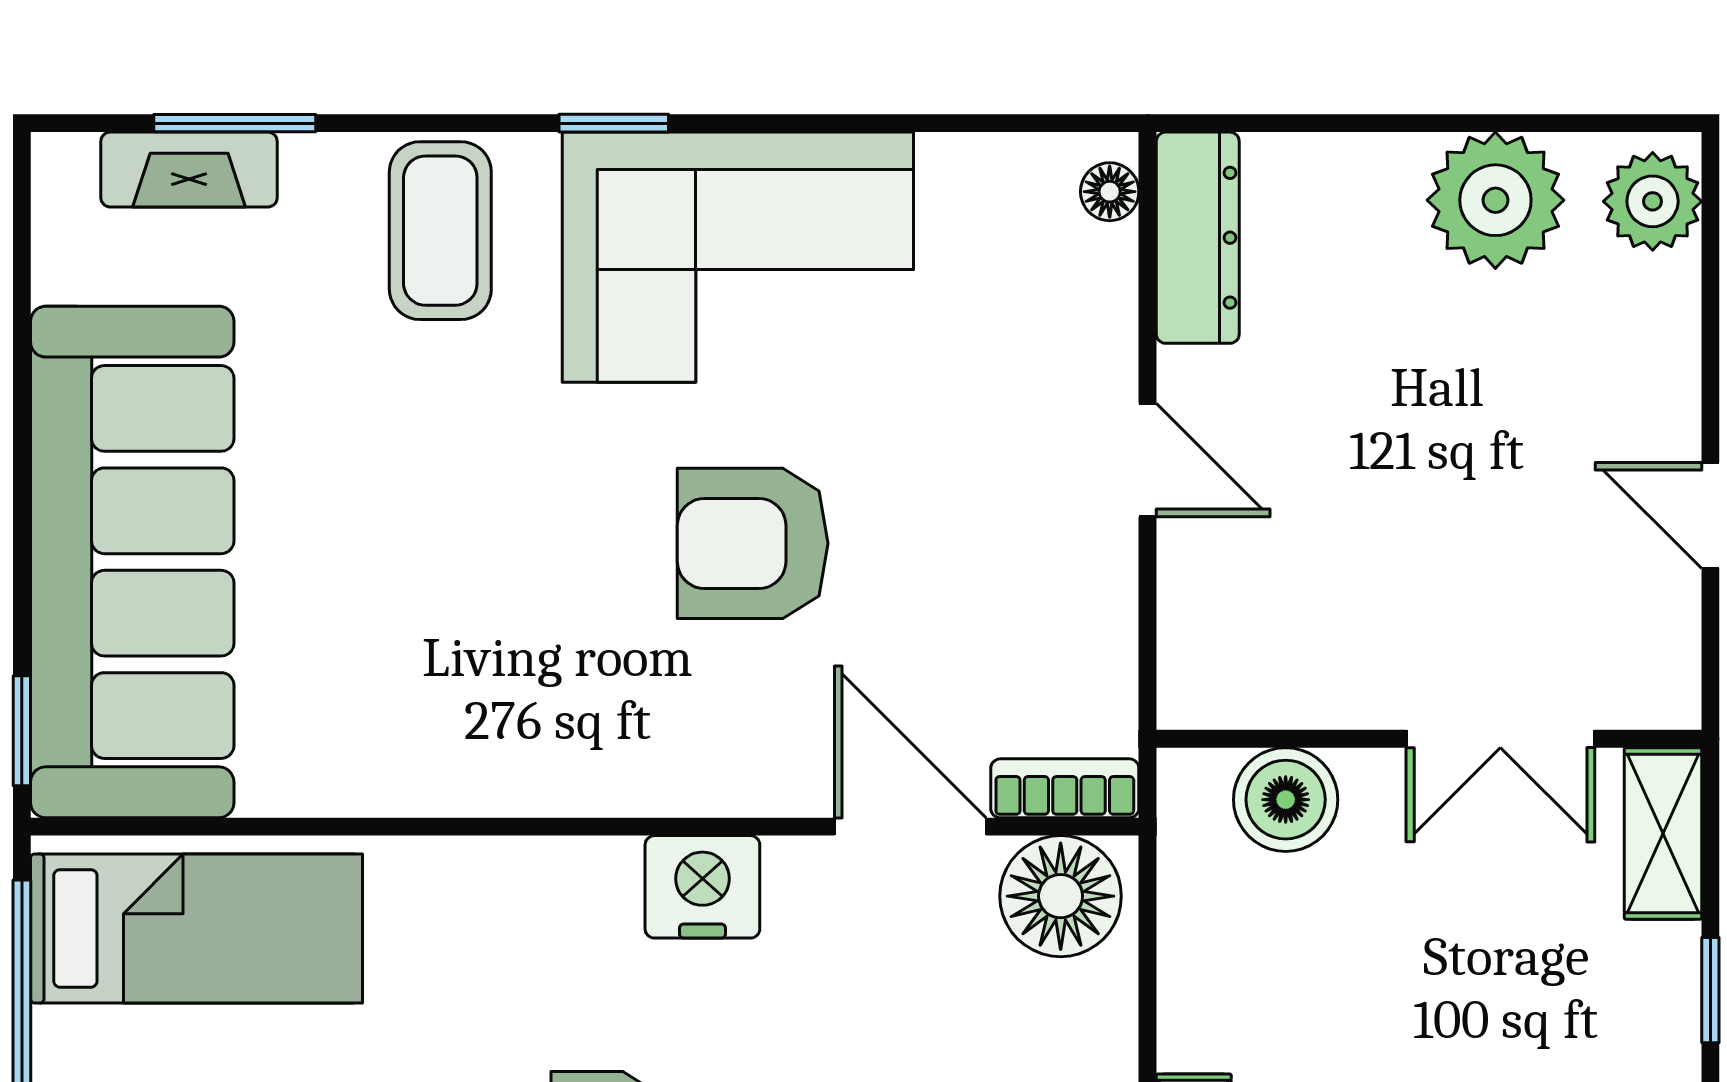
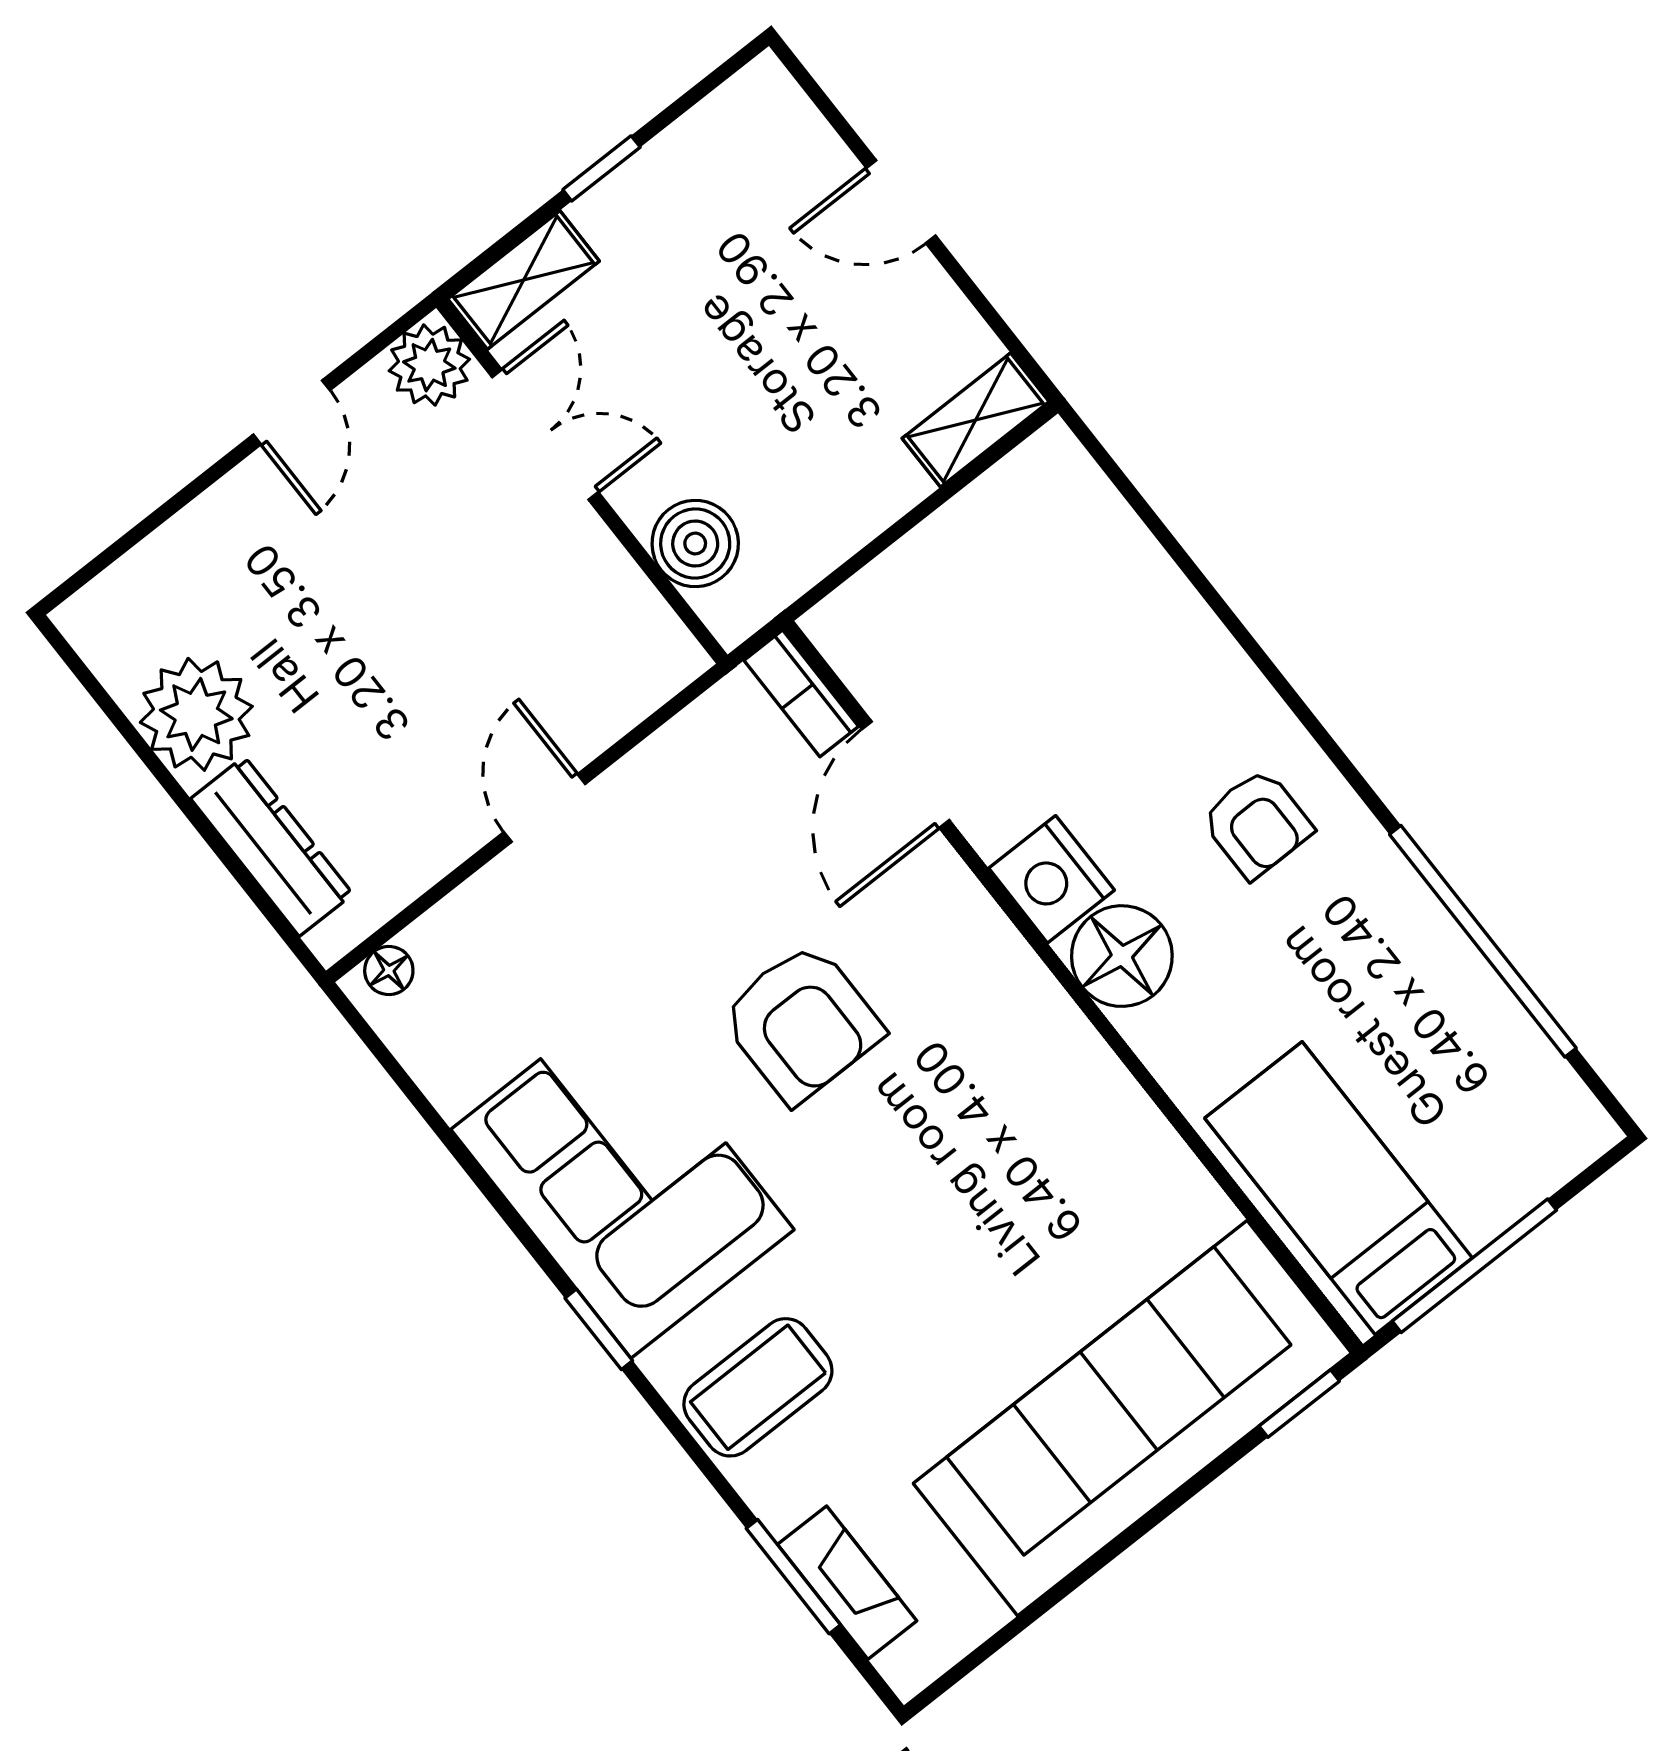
plant: (1653, 201) -> (429, 365), moved
dresser: (1198, 238) -> (272, 846), moved, turned 90
floor lamp: (1061, 896) -> (1122, 956), moved

